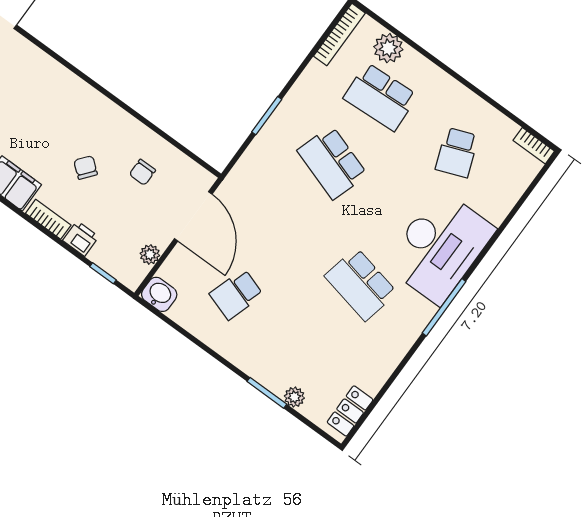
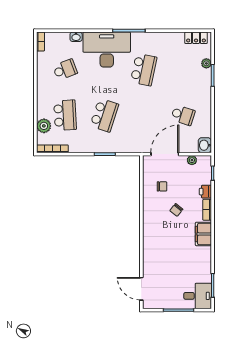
washbasin: (498, 211) -> (76, 37), added

